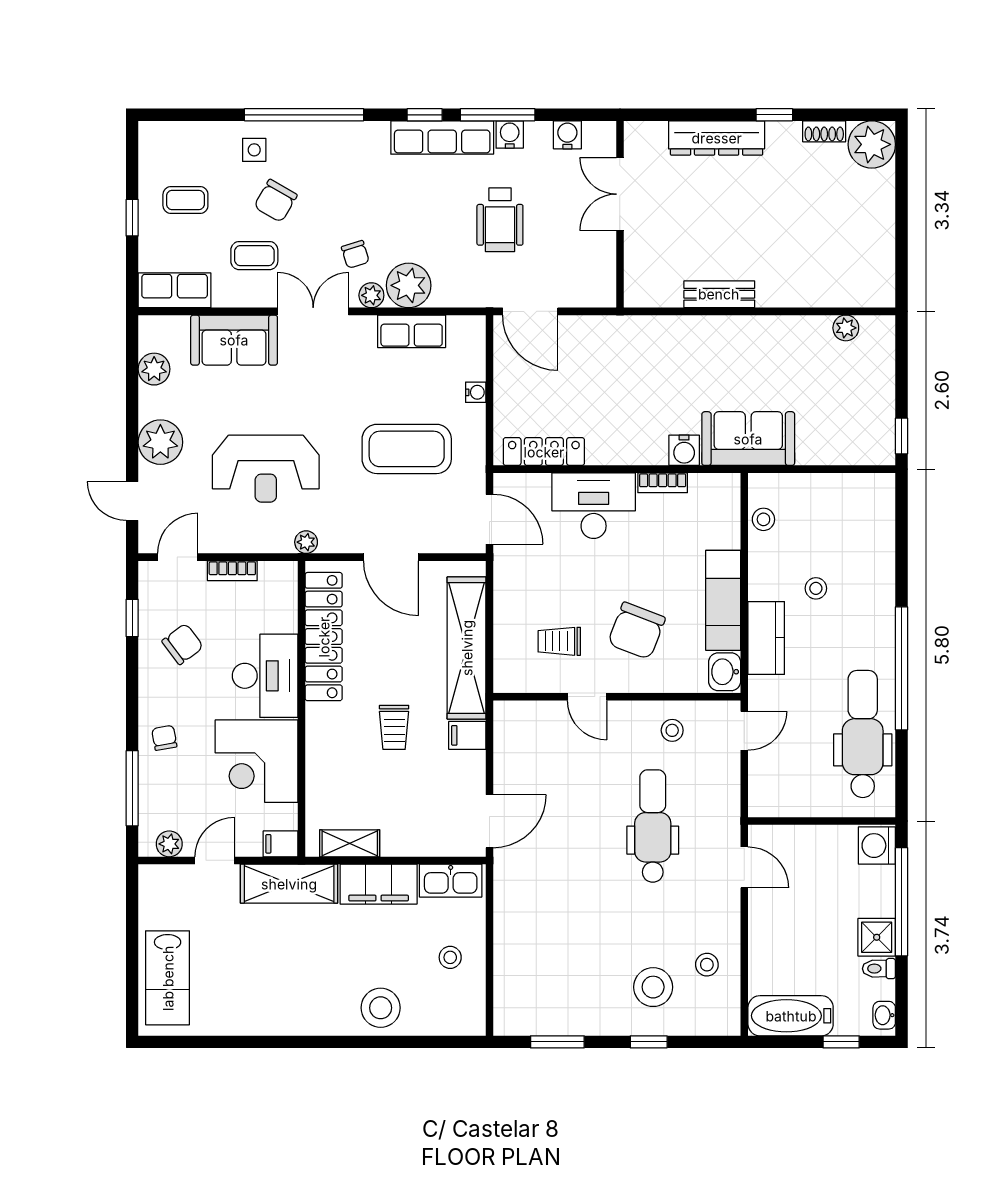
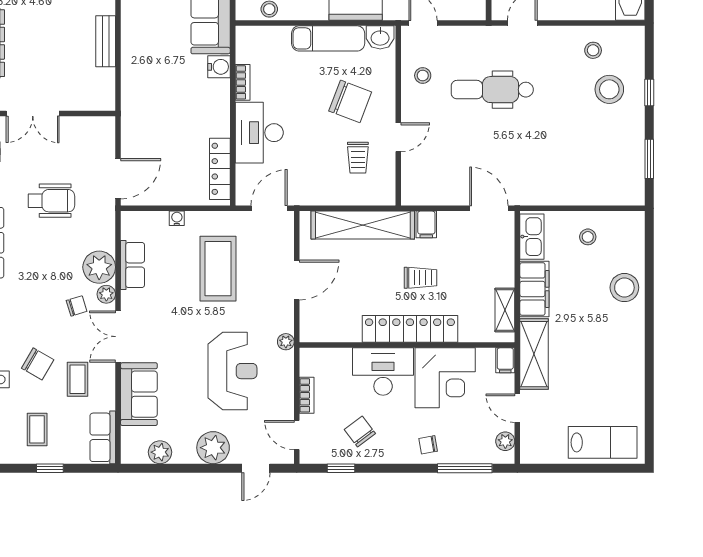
locker: (324, 637) -> (410, 329), moved

